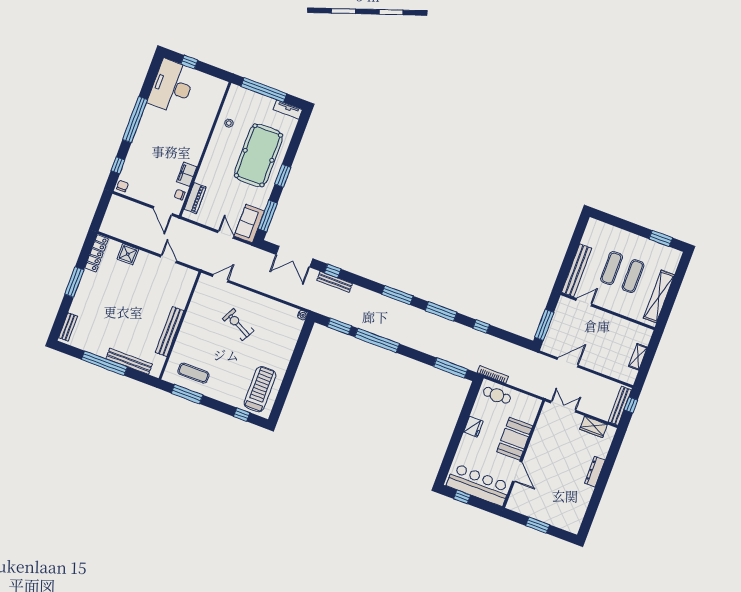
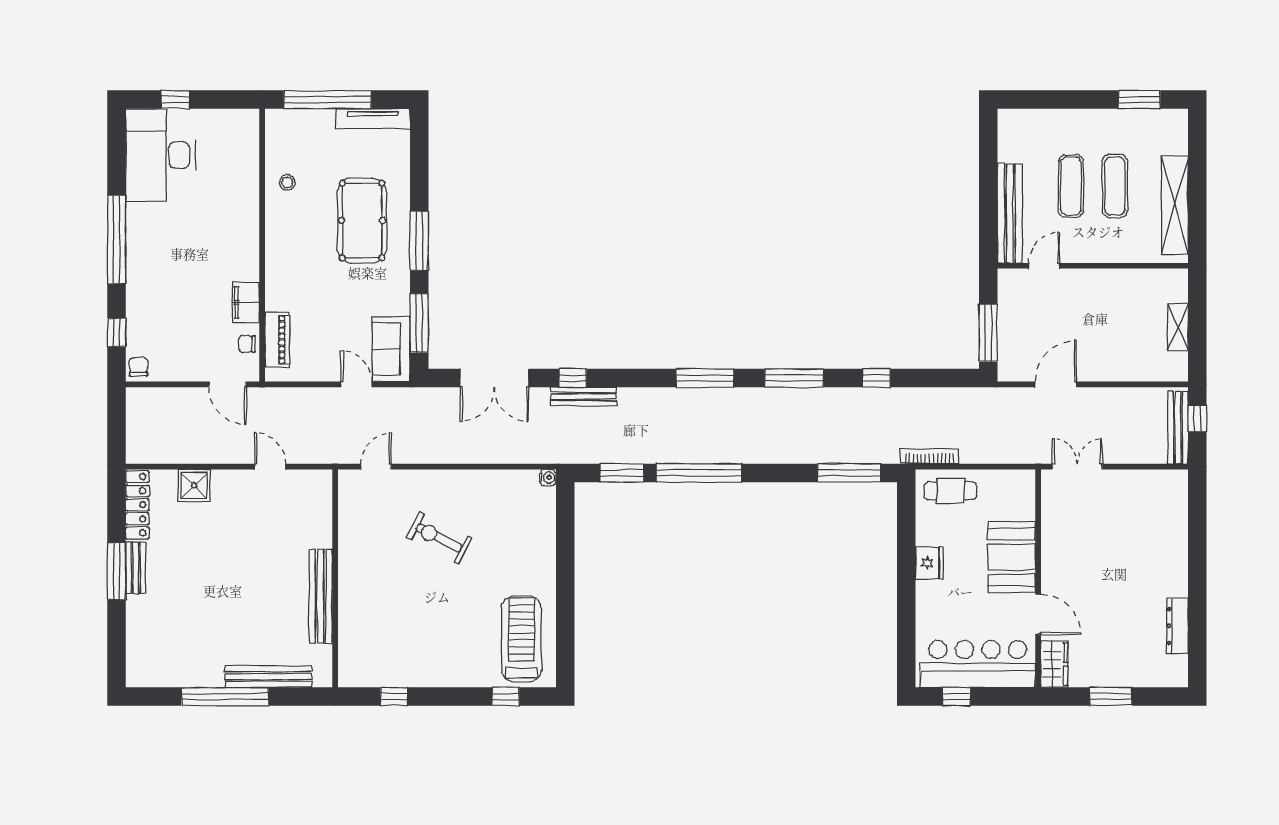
tv unit: (288, 110) -> (373, 119), width x1.41
pool table: (258, 155) -> (362, 220), width x0.73, depth x0.76
window: (283, 176) -> (419, 241), width x1.44
bench: (68, 327) -> (136, 568), moved
exercise mat: (193, 373) -> (391, 655), removed
window: (187, 394) -> (394, 697), width x0.46
wardrobe: (594, 427) -> (1054, 664), moved, turned -90
dresser: (595, 472) -> (1177, 626), moved

